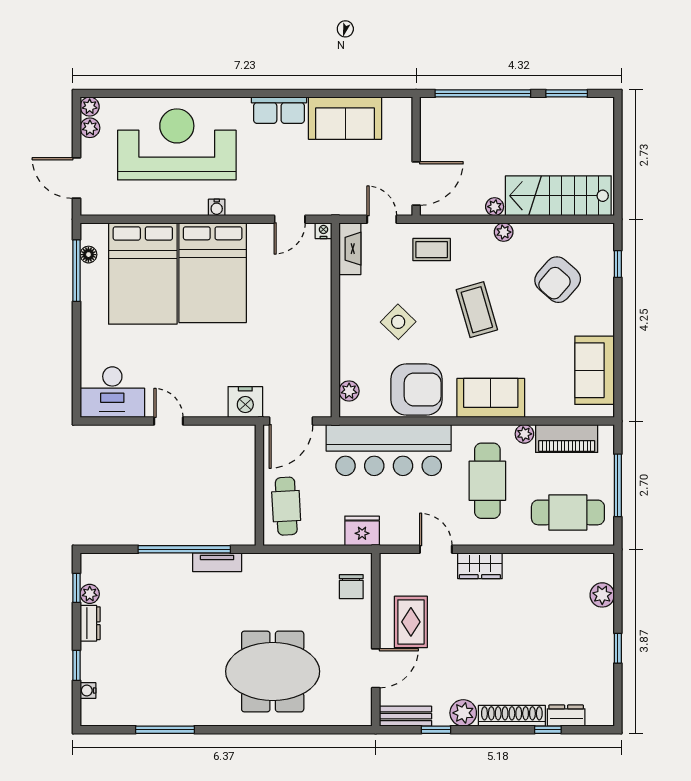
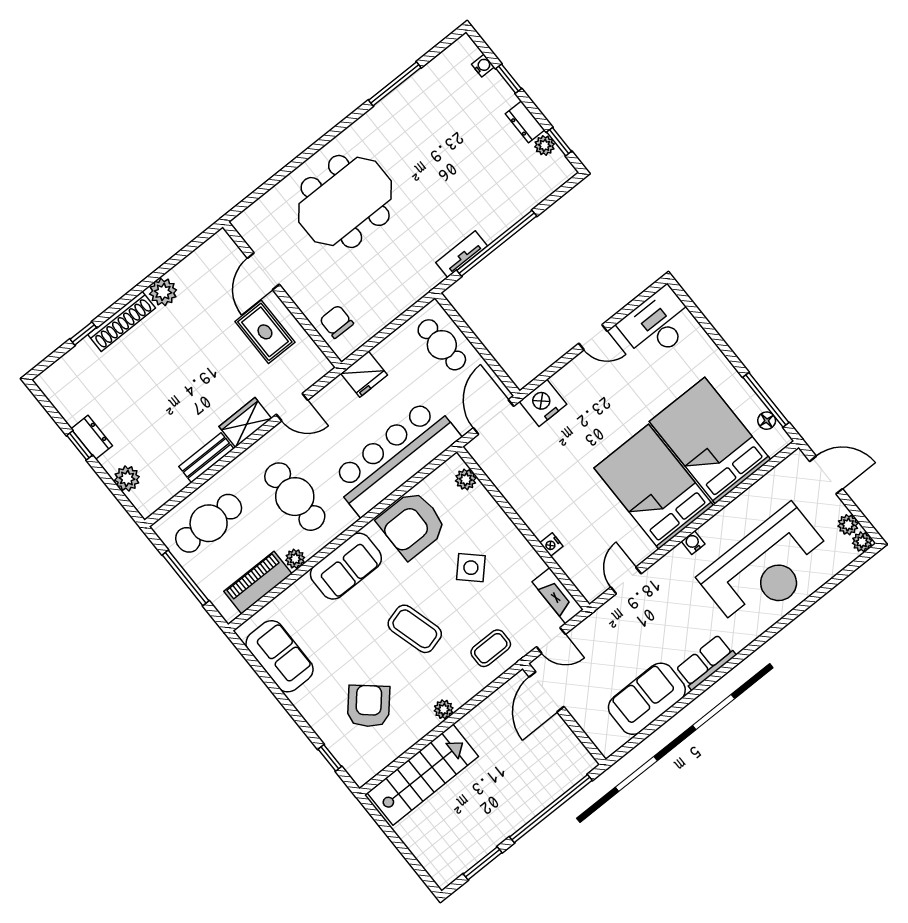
plant: (495, 207) -> (467, 724), removed
nightstand: (323, 231) -> (551, 544), moved, turned 90
bench: (405, 716) -> (206, 458), moved
dresser: (566, 716) -> (92, 437), moved, turned -90
window: (436, 730) -> (174, 261), removed

